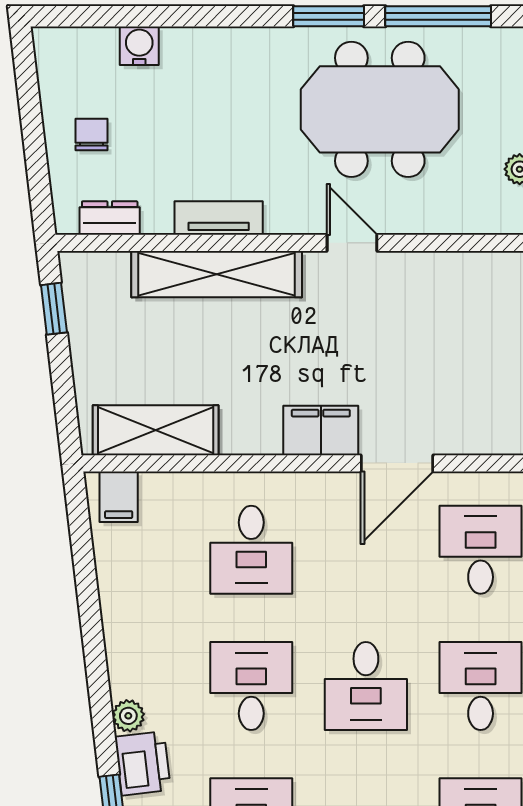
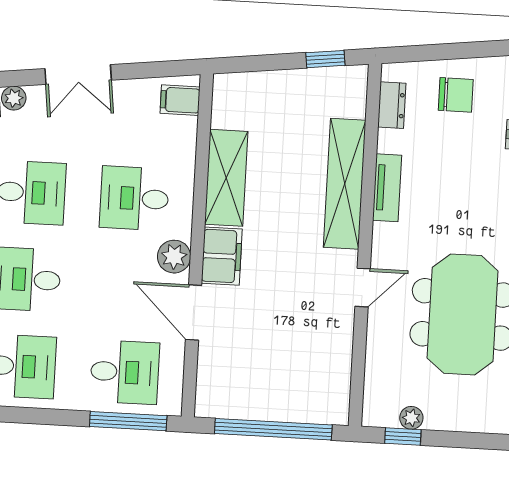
chair: (91, 134) -> (456, 95), width x1.37, depth x1.37
shelving: (156, 430) -> (226, 178), moved
plant: (325, 493) -> (174, 257), added
double door: (92, 633) -> (78, 74), added

